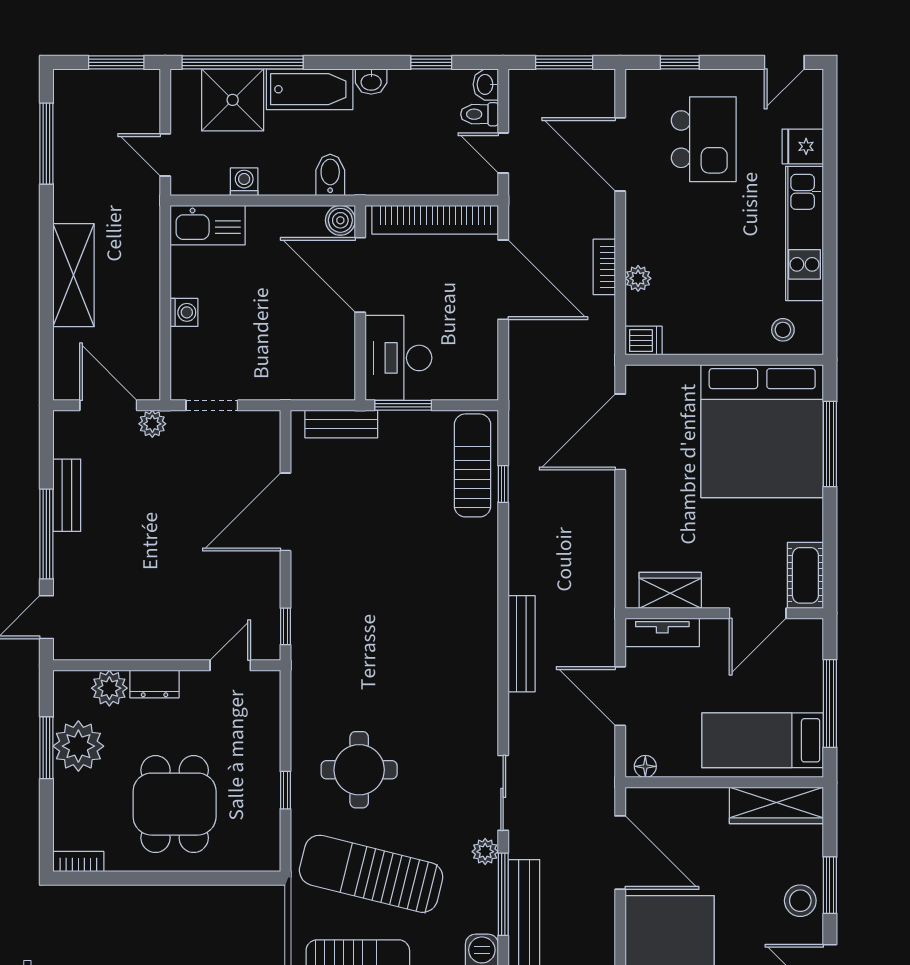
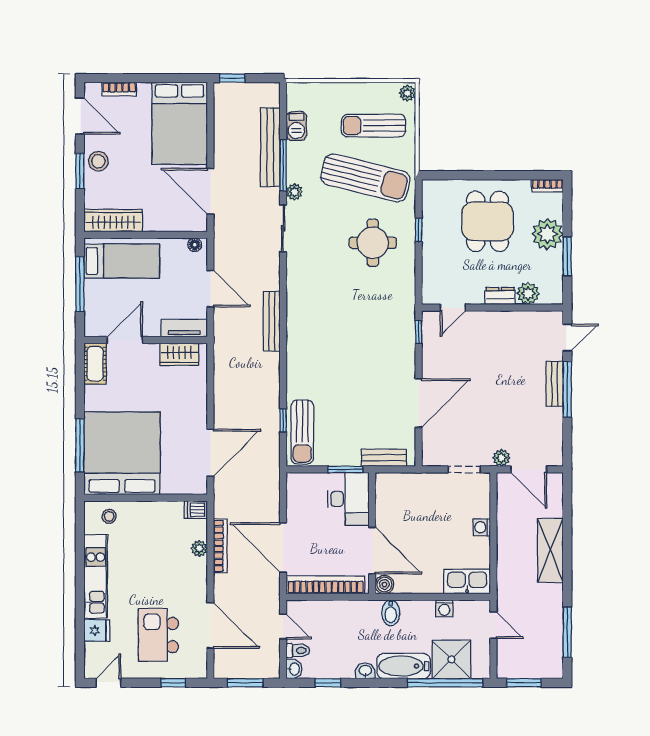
bookcase: (604, 267) -> (220, 546), width x1.56
bench: (67, 495) -> (555, 384), moved
plant: (78, 746) -> (547, 234), moved

